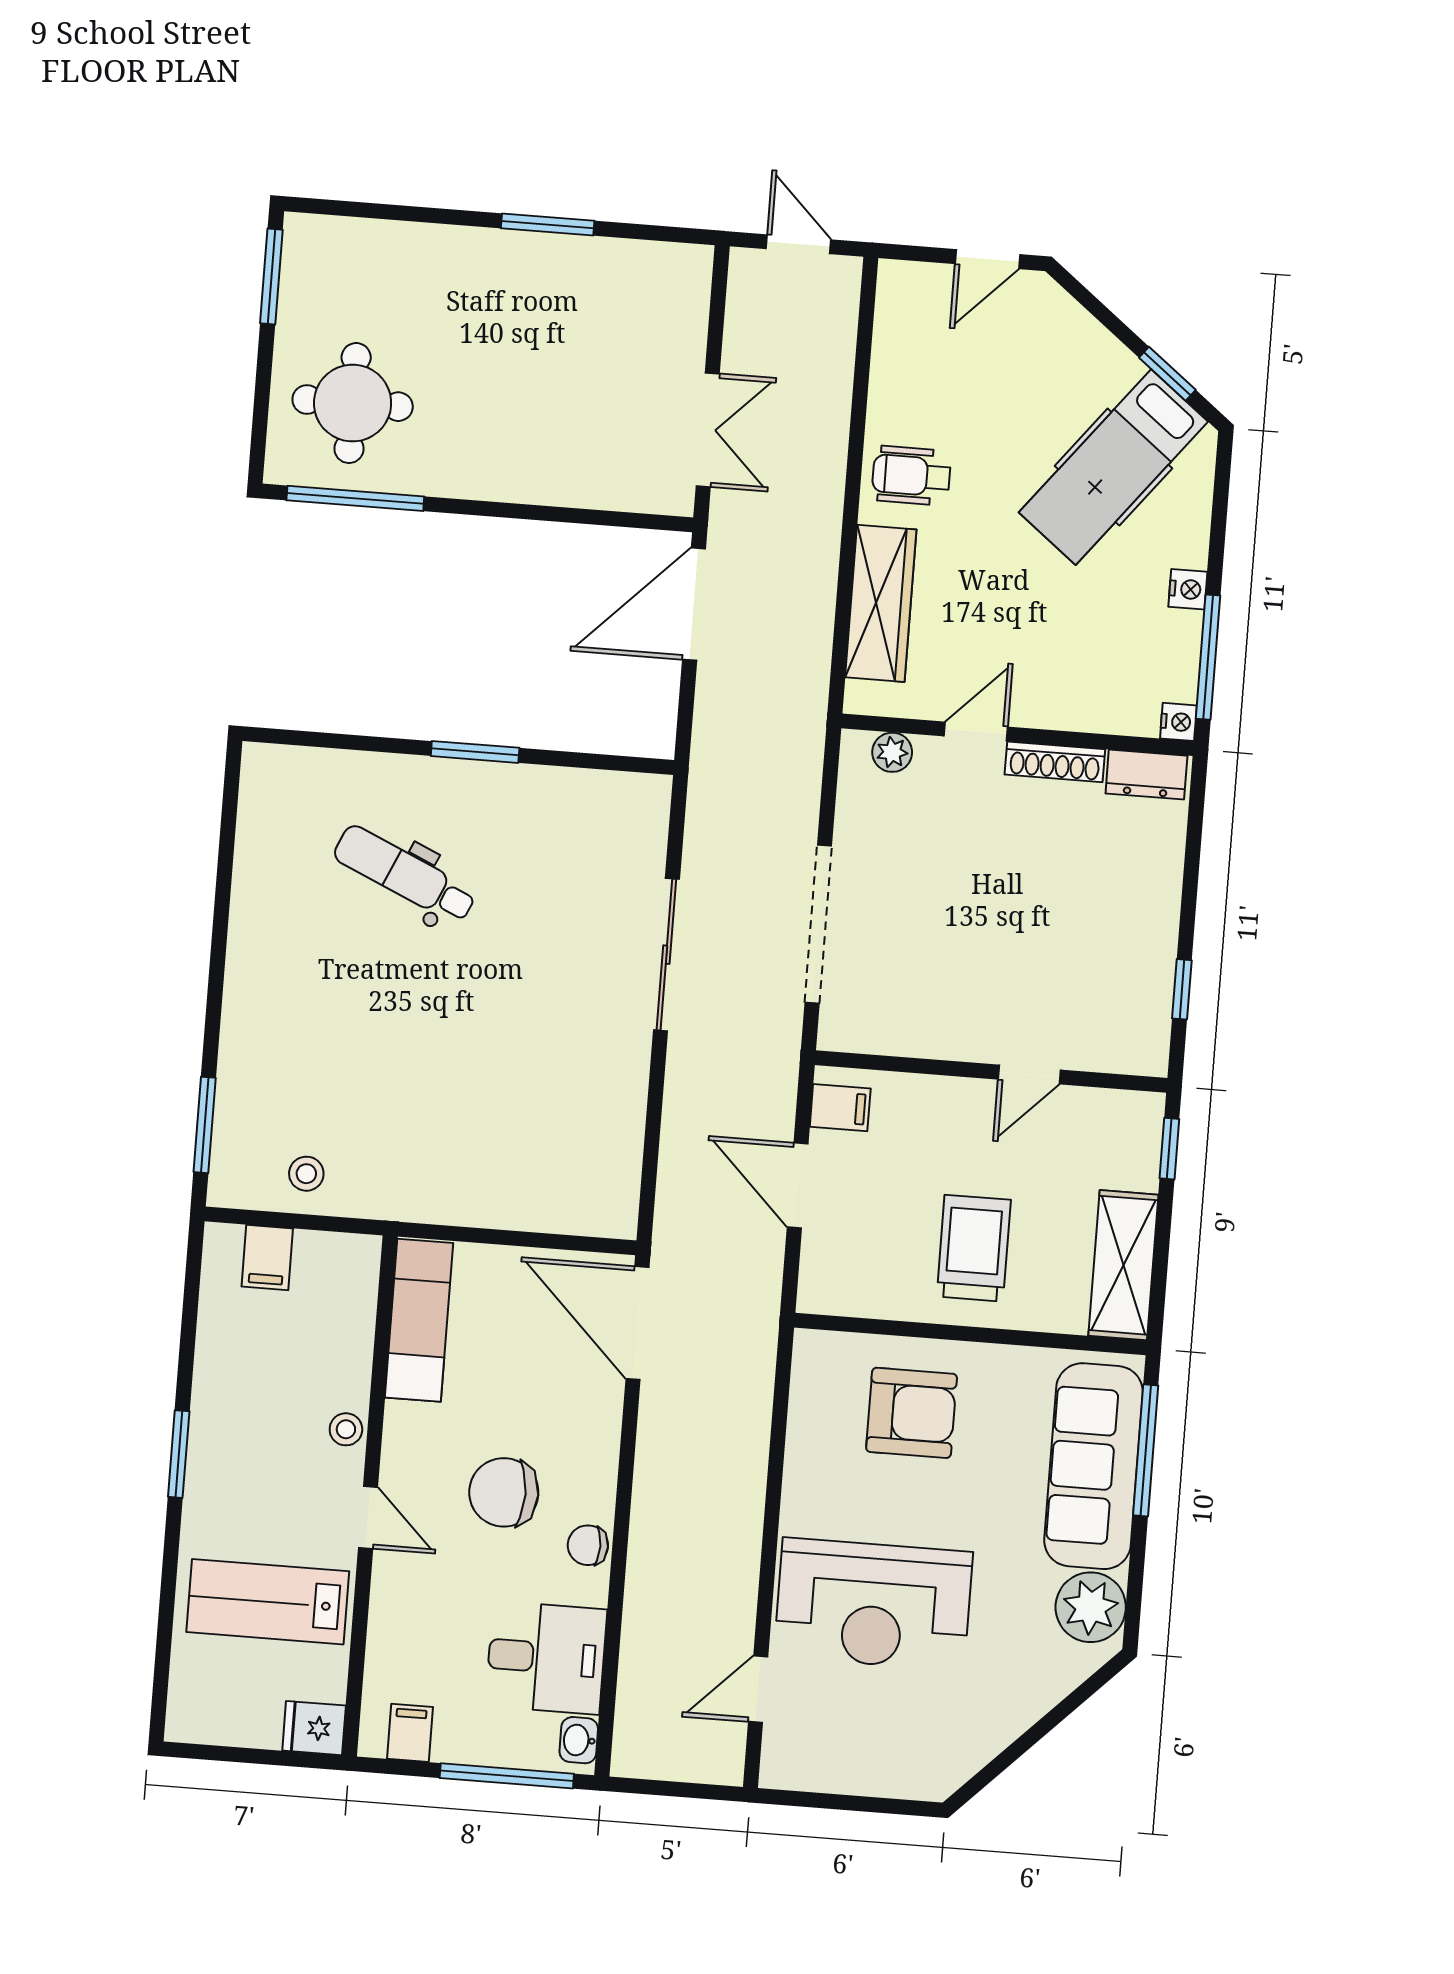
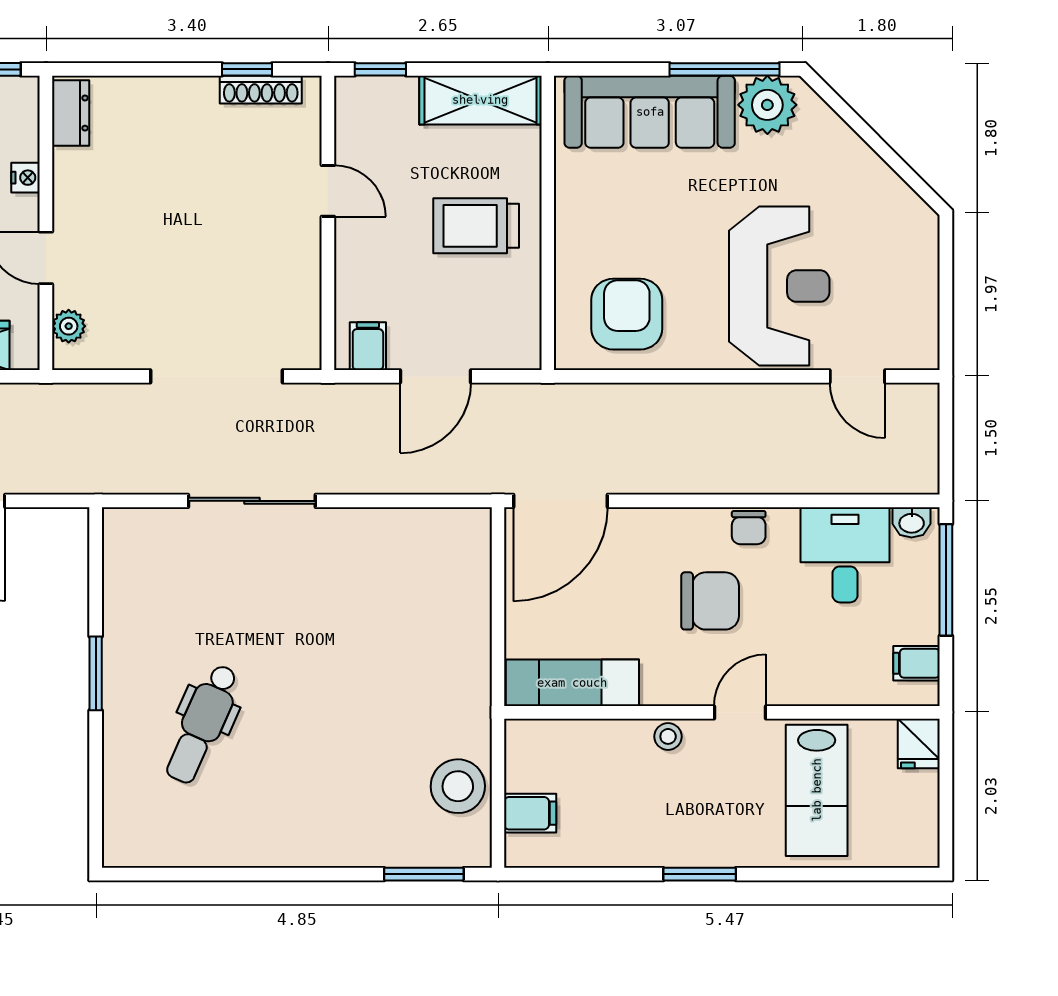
nightstand: (1178, 722) -> (25, 178), moved, turned 90
shoe rack: (1055, 762) -> (261, 90), moved, turned 90
stool: (306, 1174) -> (458, 786), width x1.89, depth x1.89
armchair: (912, 1413) -> (627, 314), moved
window: (1146, 1450) -> (724, 69), moved
chair: (504, 1492) -> (710, 601), turned -90

